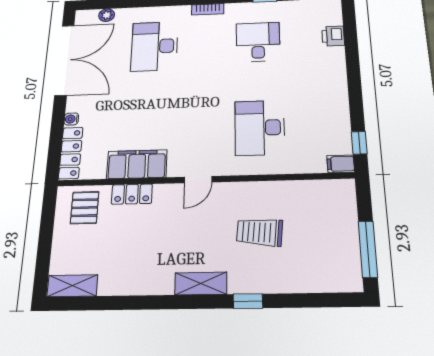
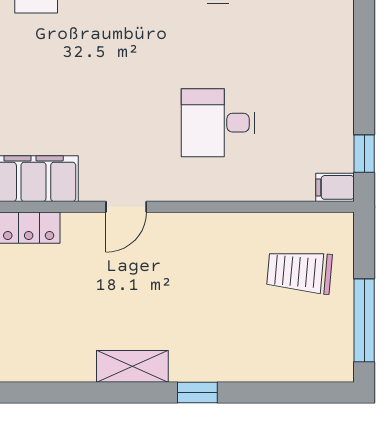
desk: (260, 128) -> (218, 123), width x0.73
trolley: (259, 232) -> (299, 272), moved

